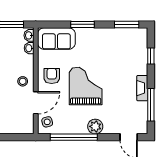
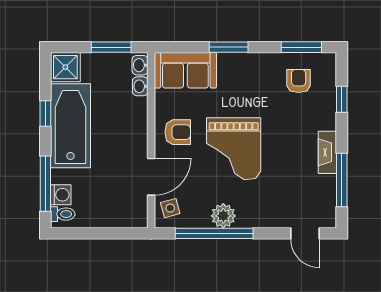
armchair: (125, 45) -> (299, 81), added
armchair: (52, 76) -> (178, 132), turned 90
stool: (23, 81) -> (130, 141), removed
grand piano: (86, 86) -> (234, 149), turned 180
plant: (95, 126) -> (223, 216), moved

